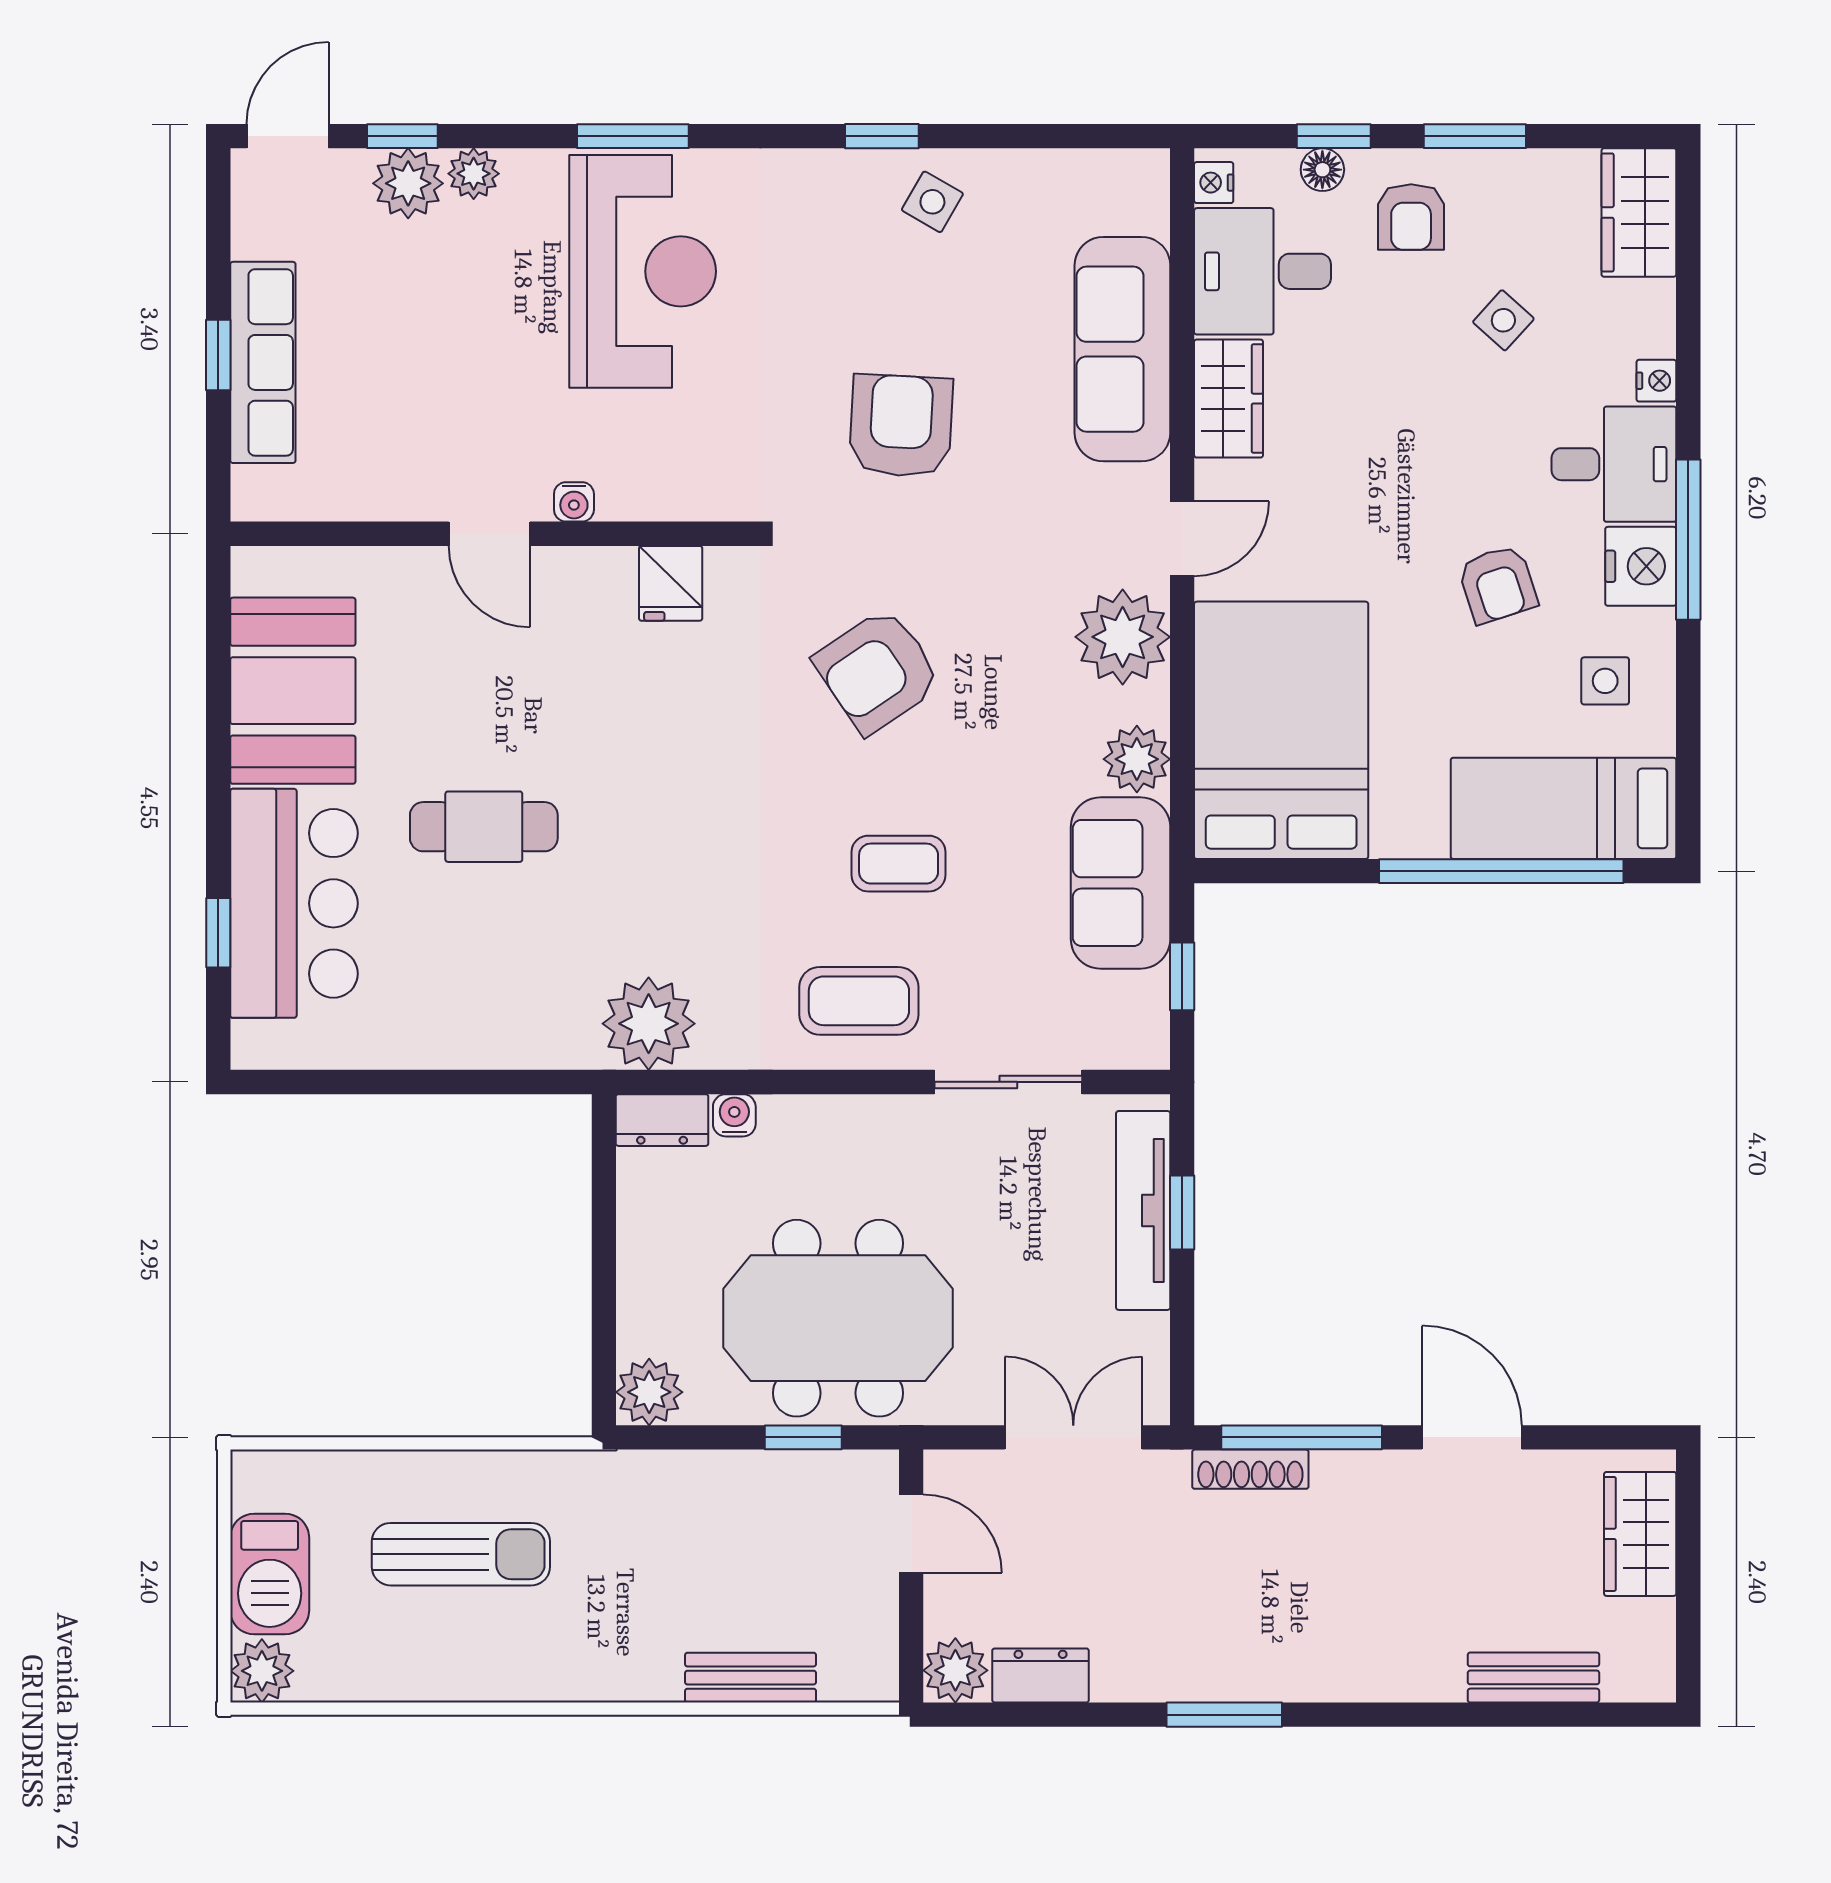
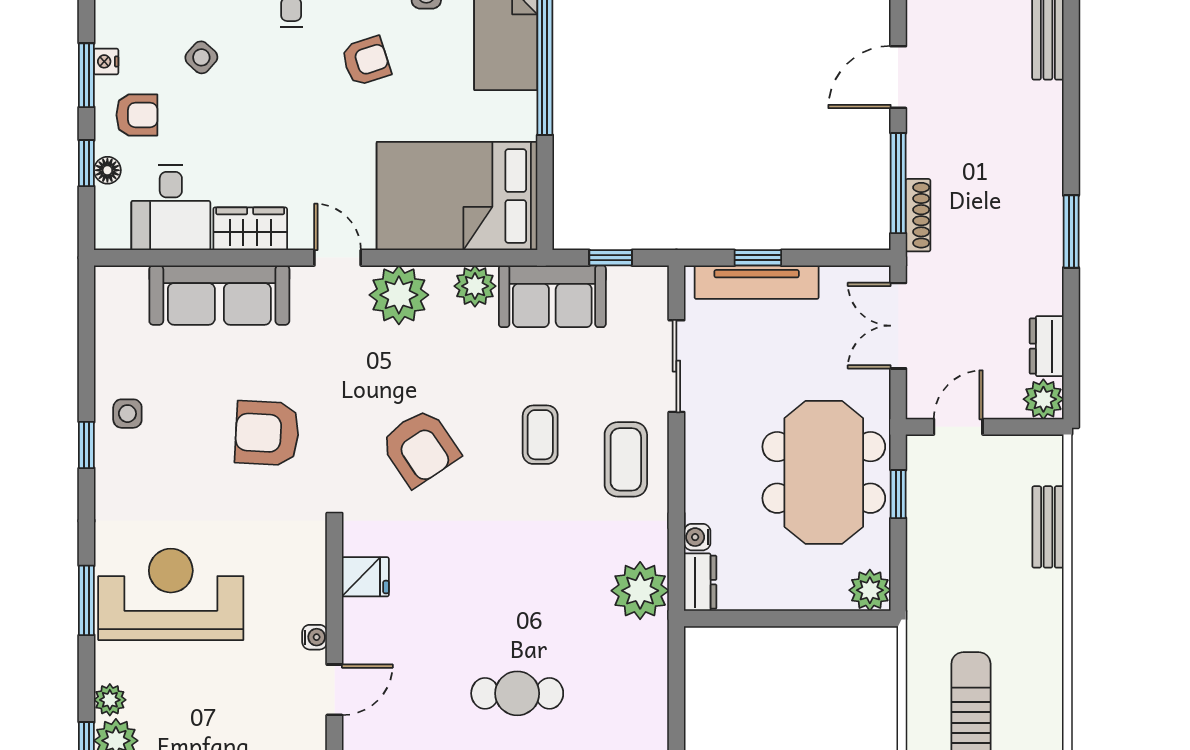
nightstand: (1214, 183) -> (106, 61), moved, turned 90
side table: (932, 202) -> (127, 414), turned -30
cafe table: (484, 827) -> (517, 693), turned 90

